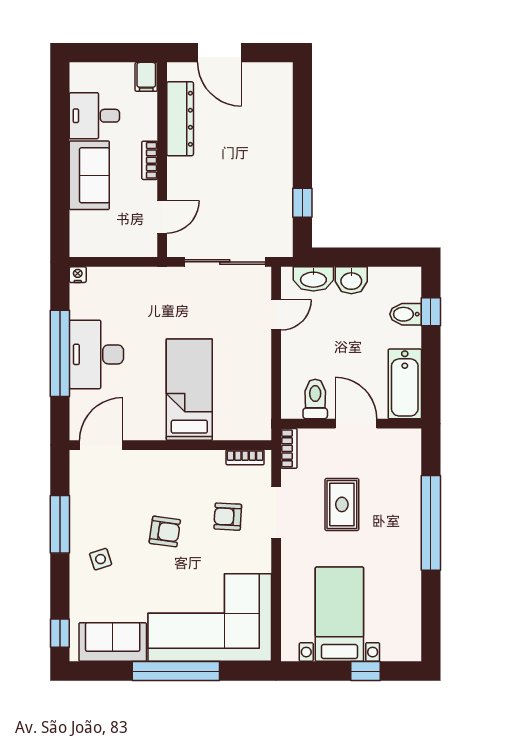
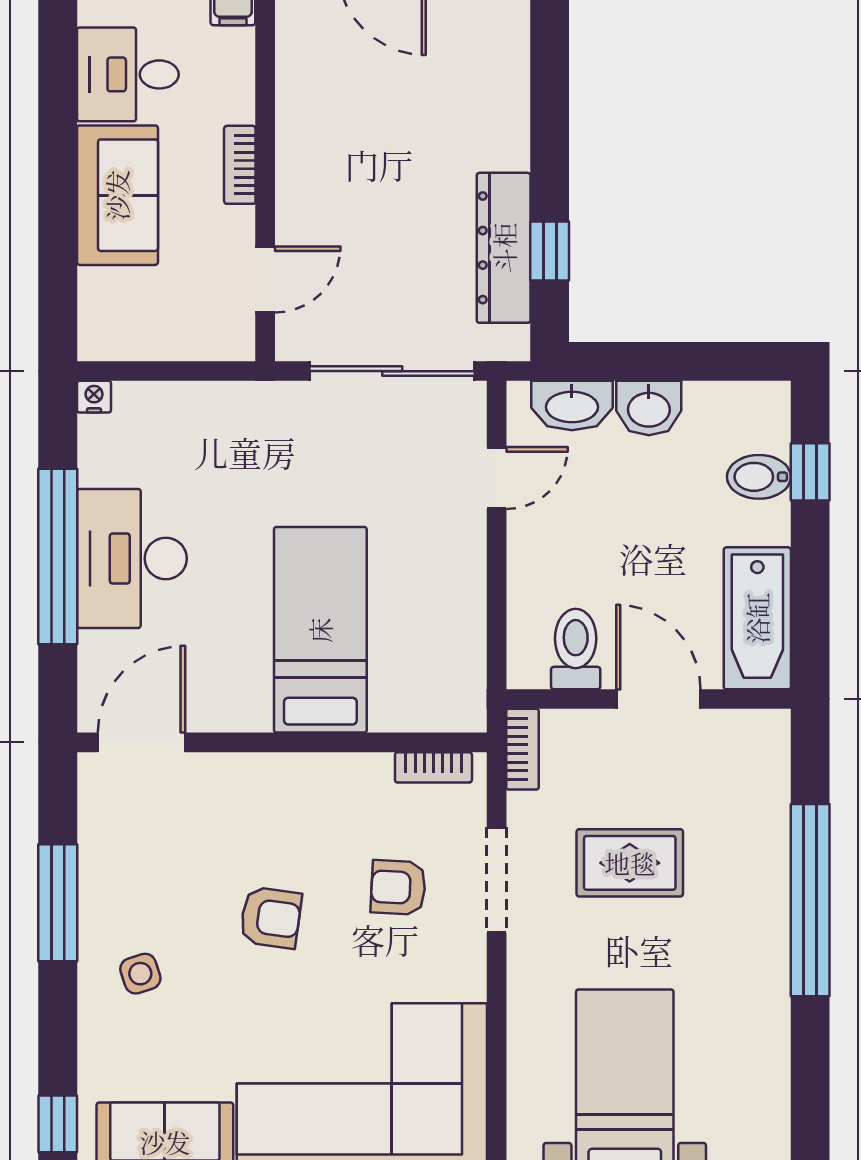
dresser: (180, 119) -> (504, 248), moved, turned 180
rug: (342, 504) -> (630, 863), turned 90

